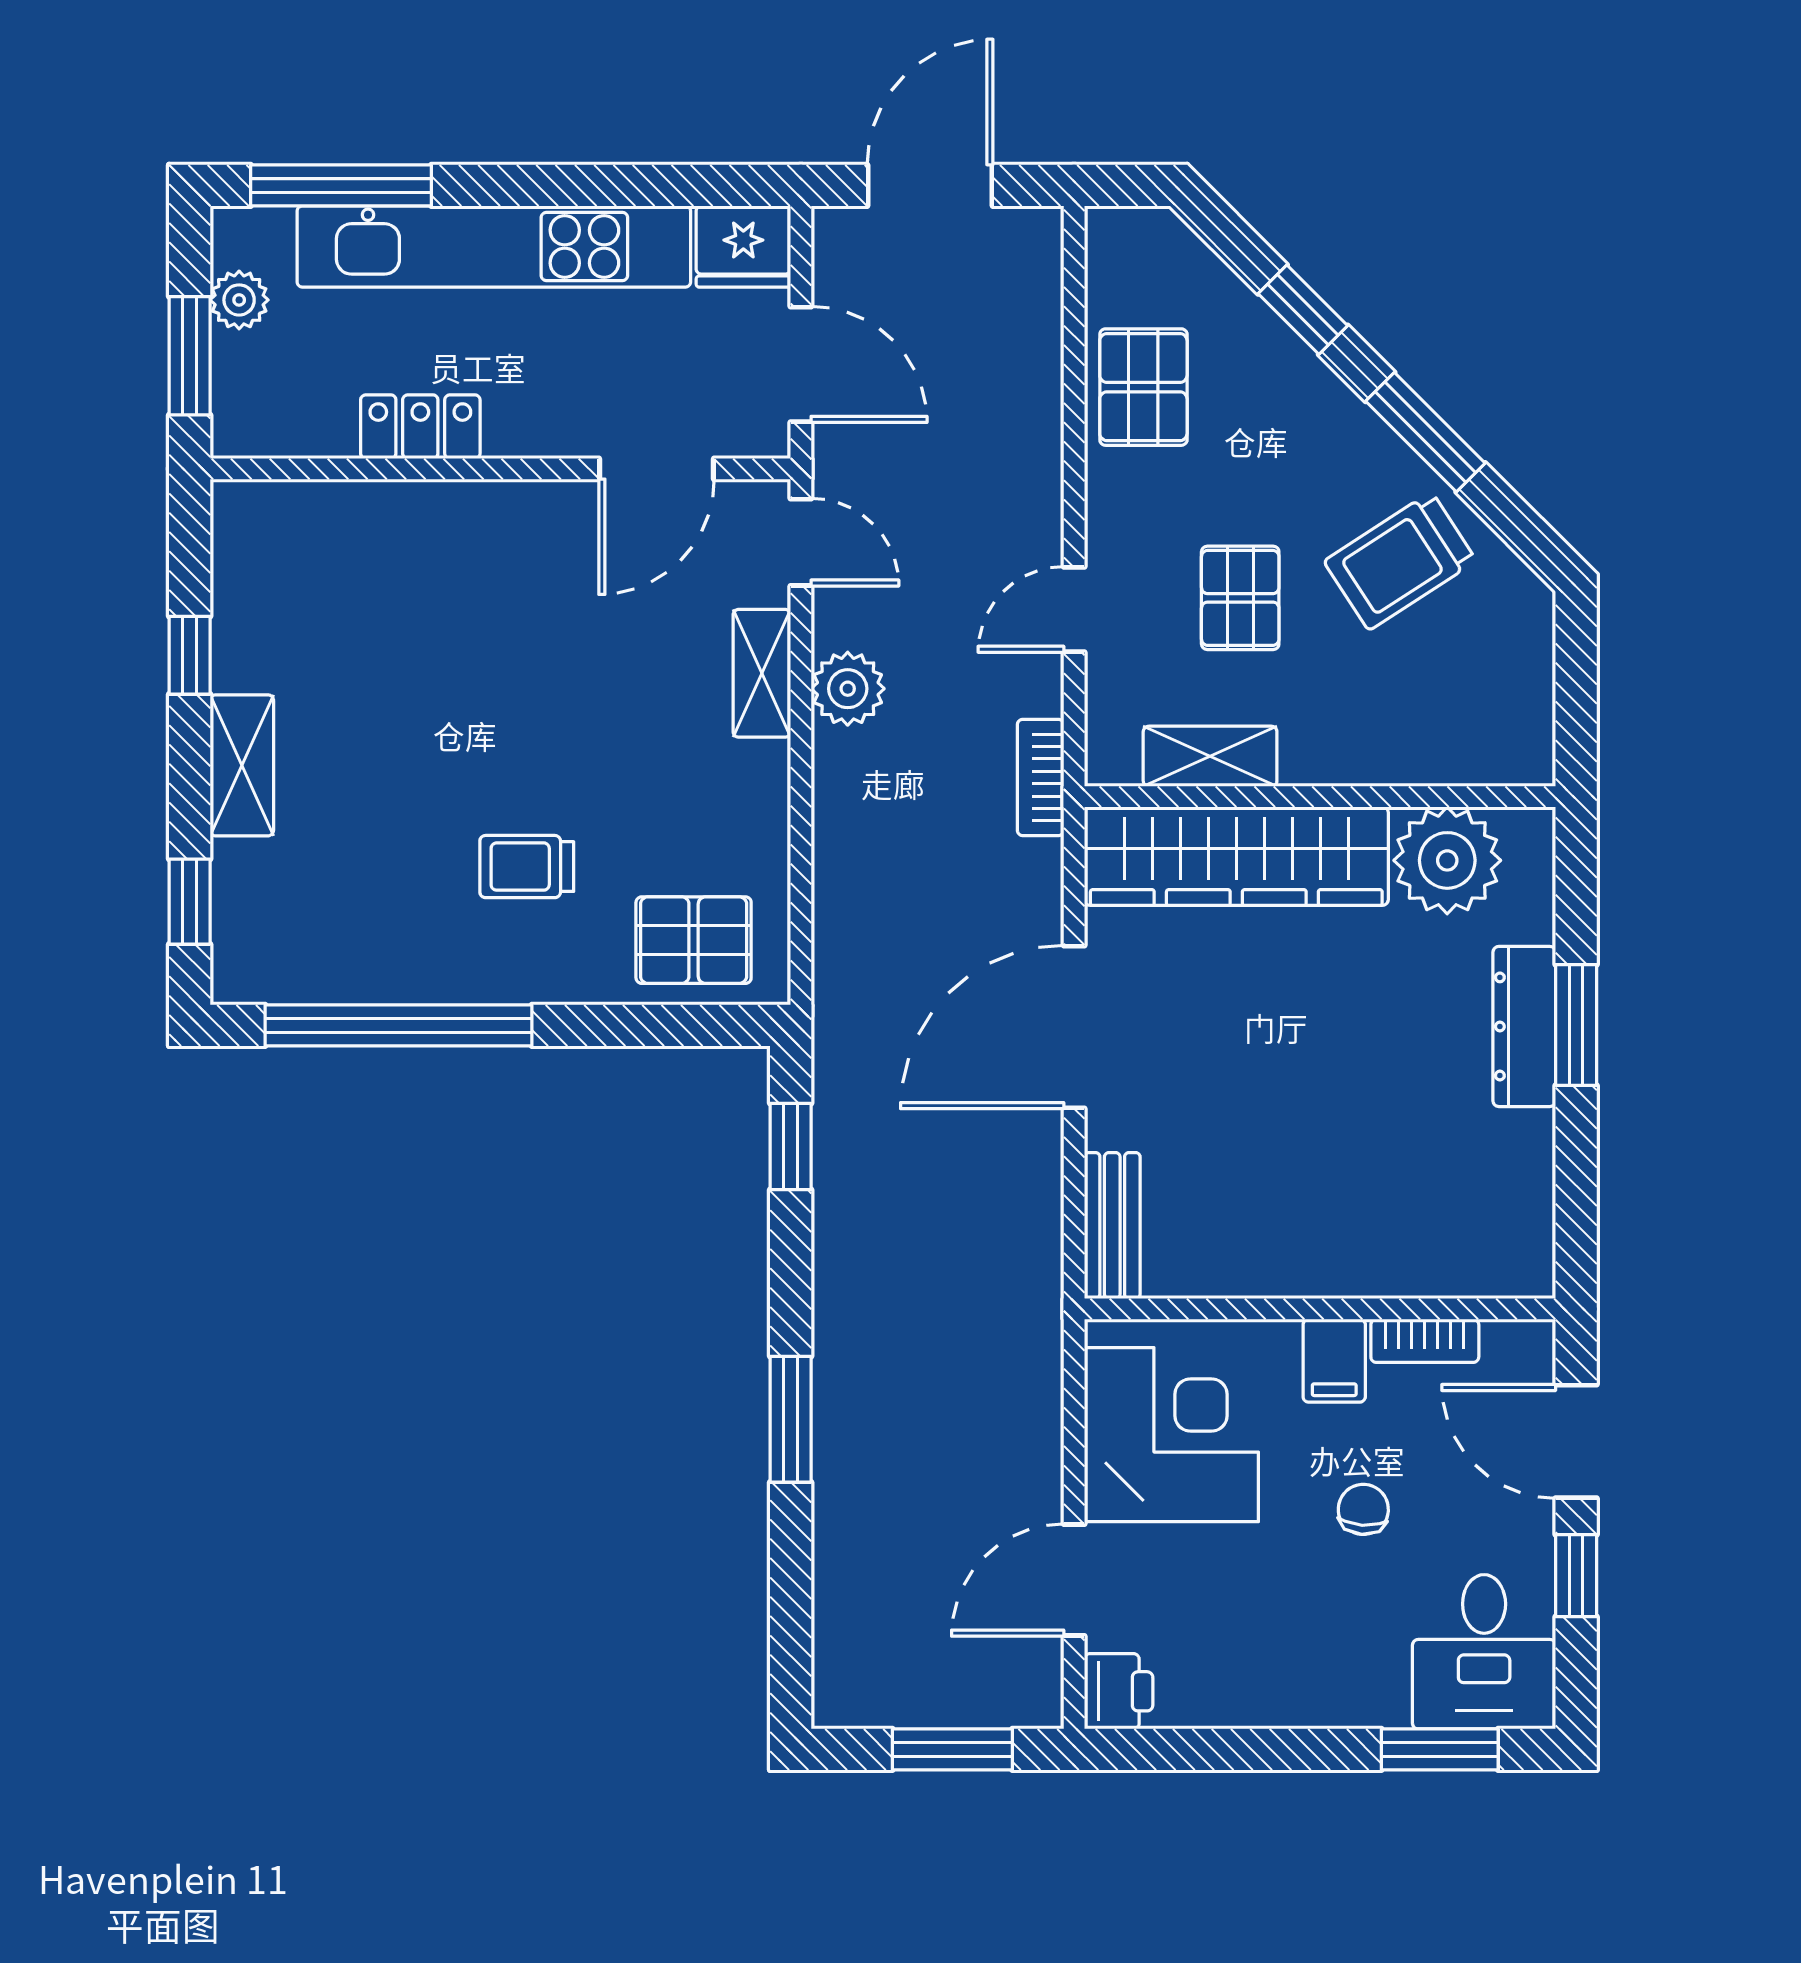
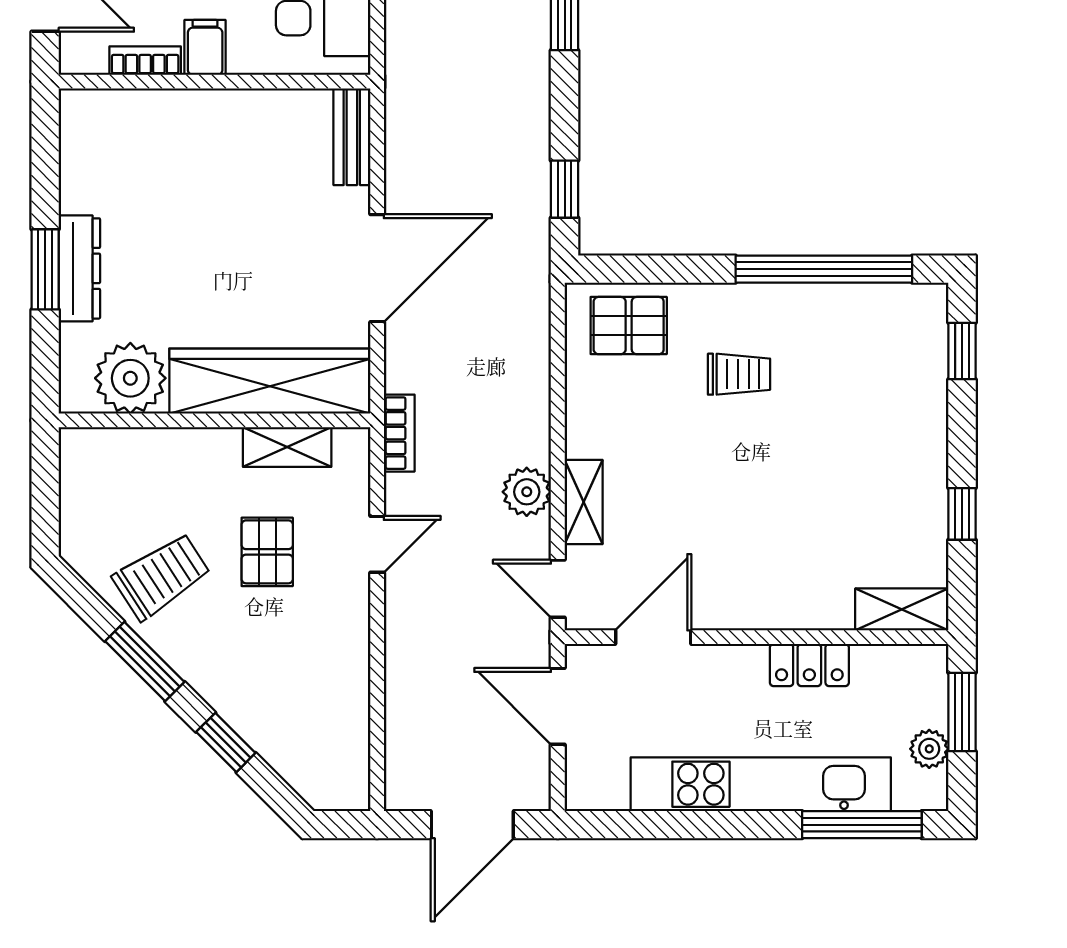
fridge: (743, 247) -> (596, 784), removed
pallet: (1143, 387) -> (331, 691), removed
shelving: (242, 765) -> (902, 609), moved, turned 90

